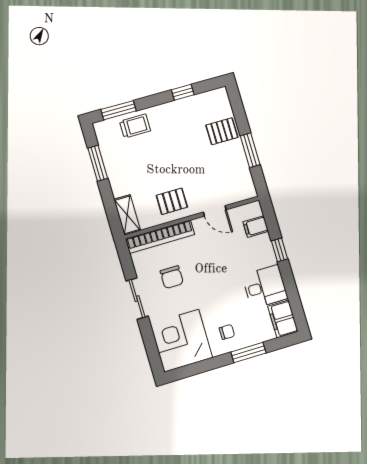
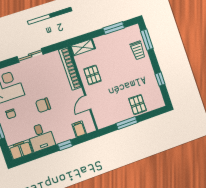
chair: (172, 277) -> (43, 105), moved

